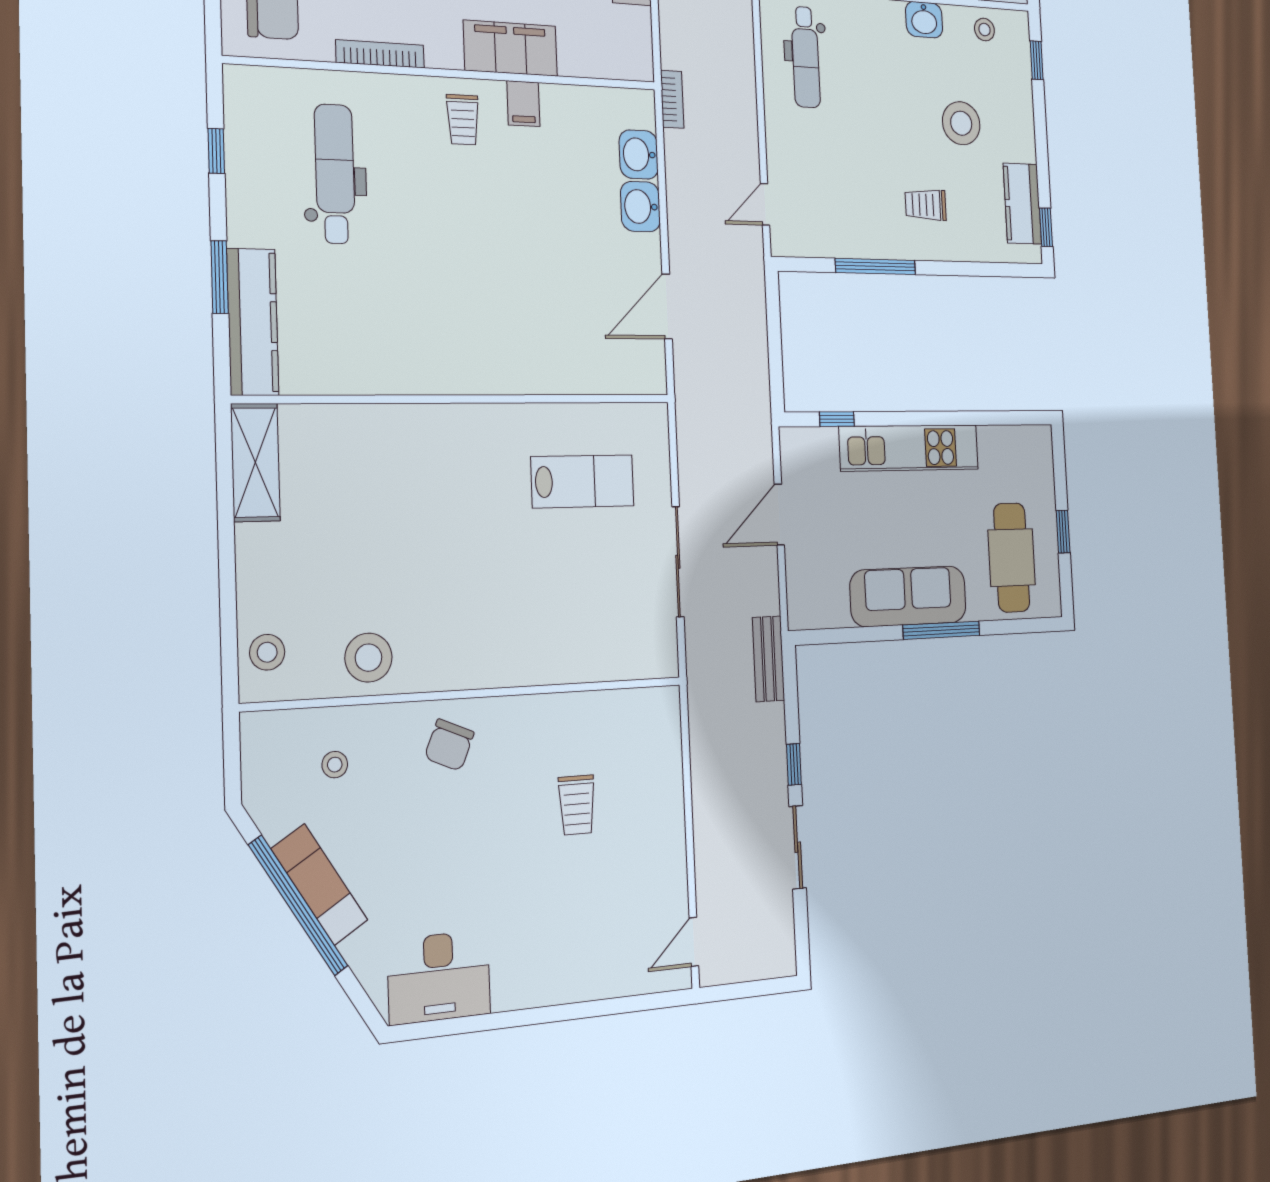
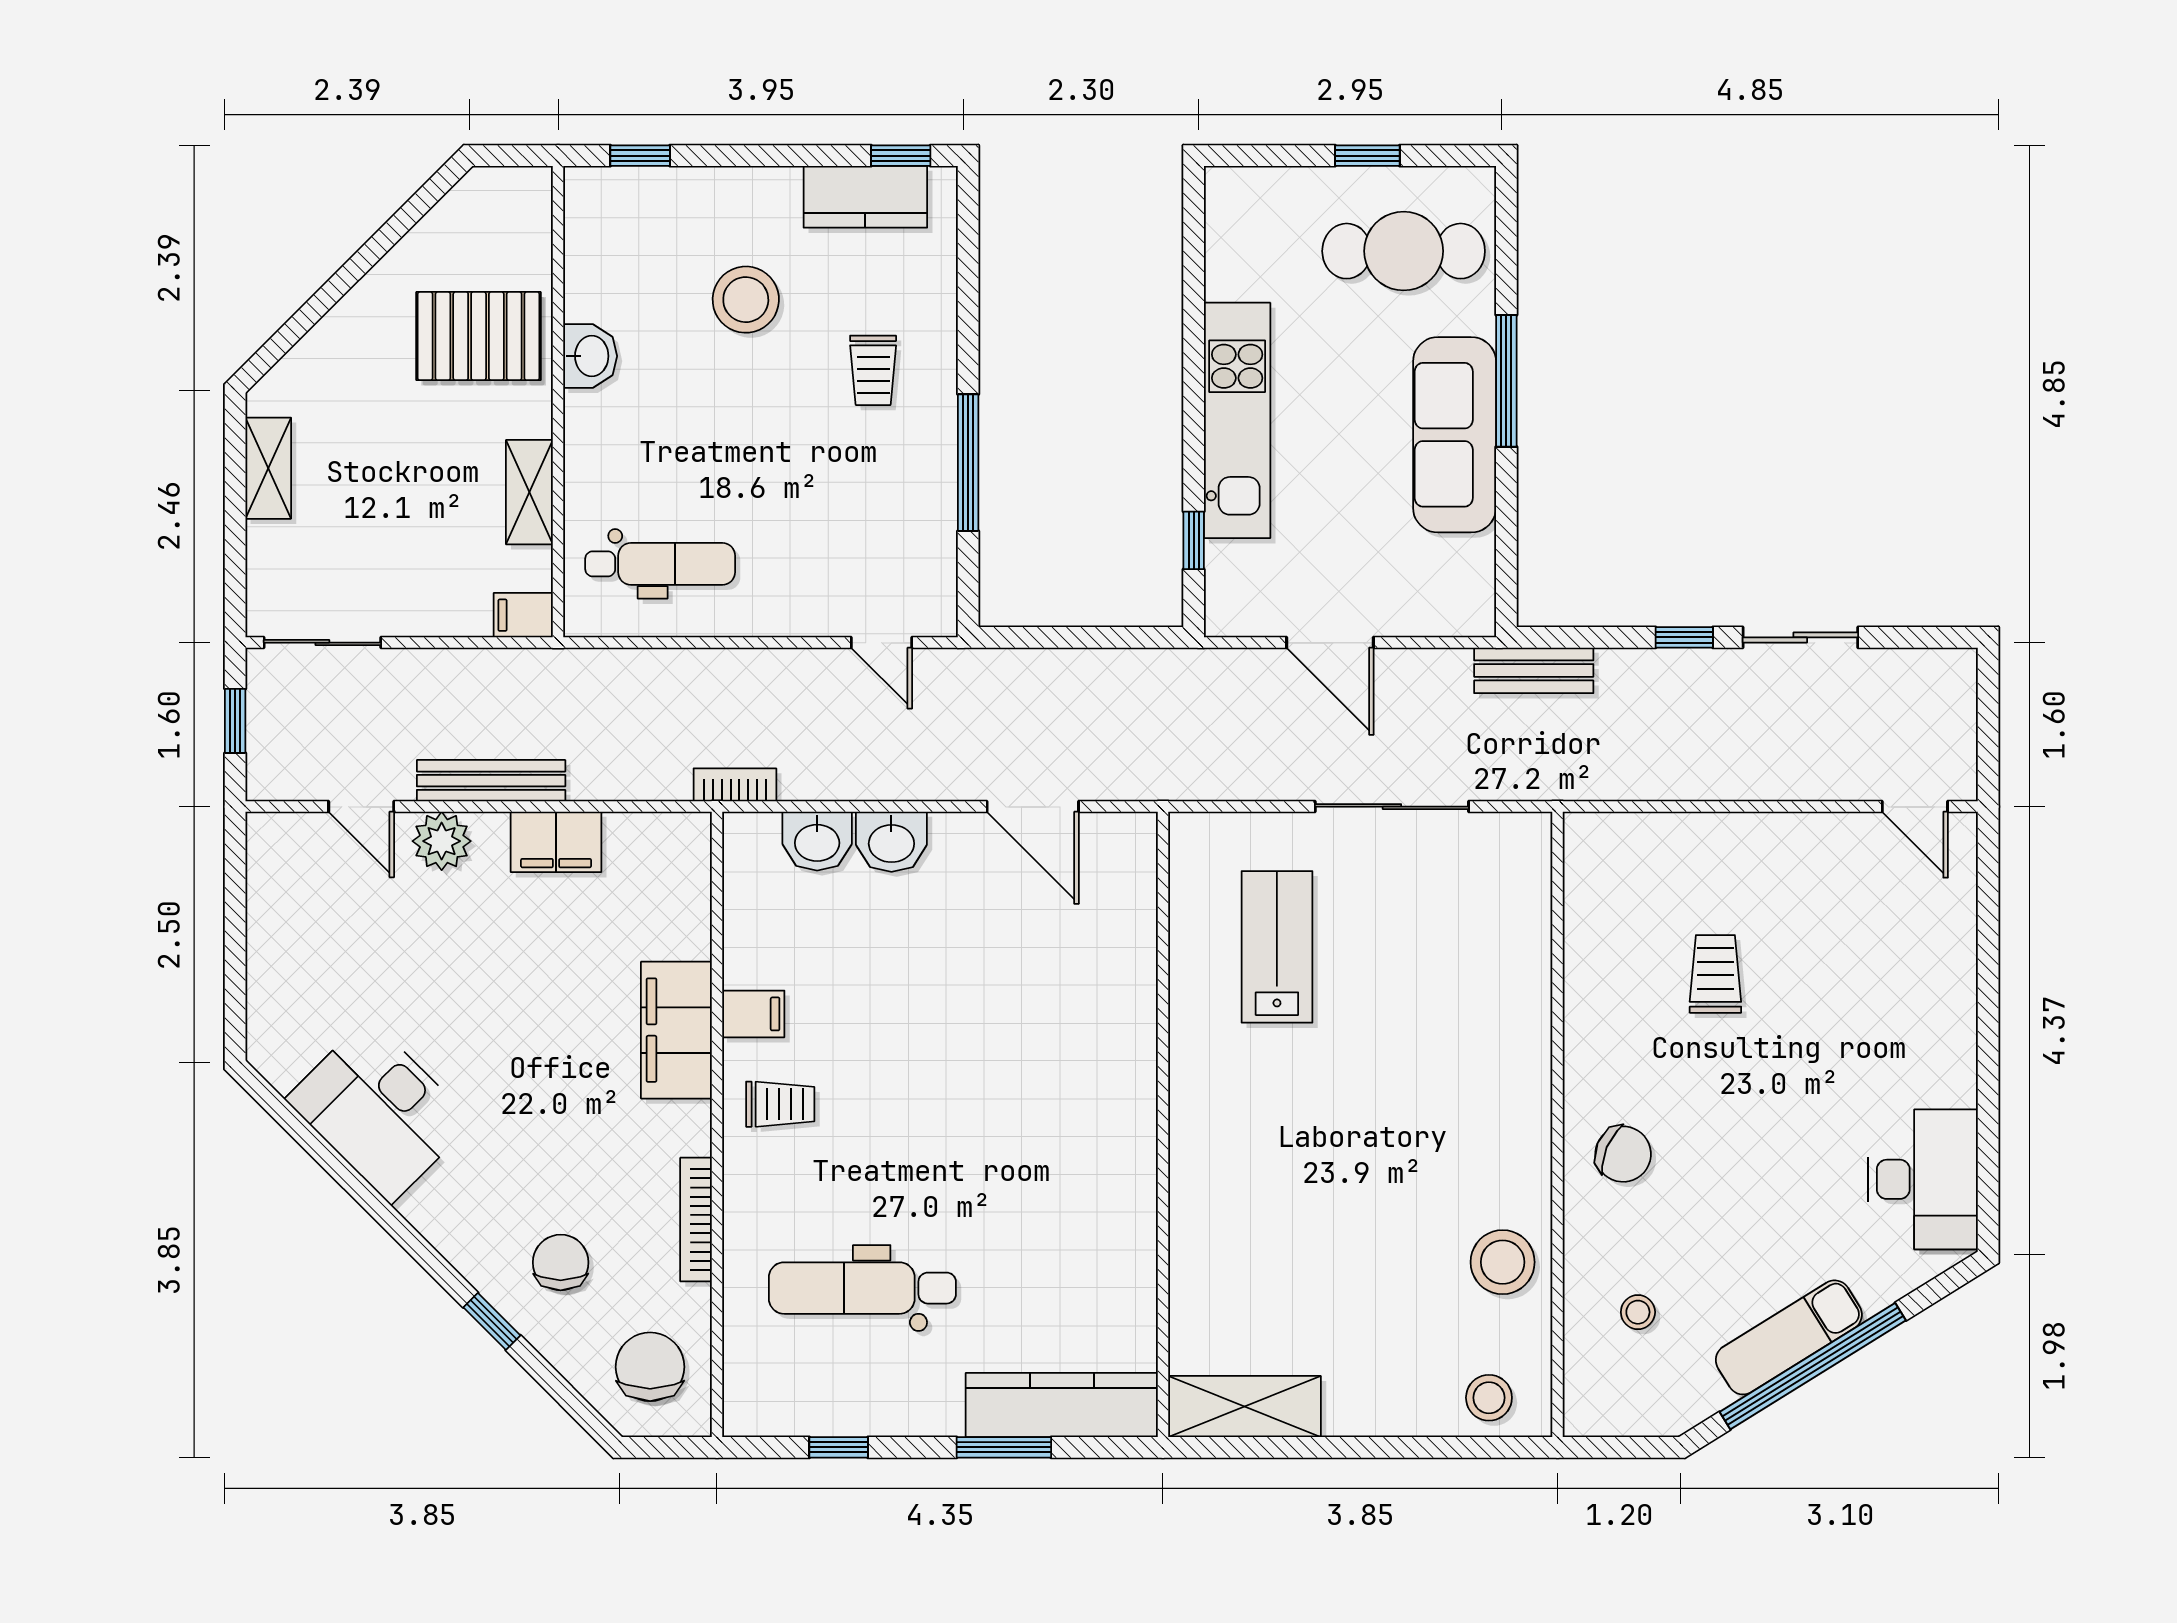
stool: (984, 30) -> (598, 248), removed
trolley: (577, 805) -> (1715, 974), turned -90

